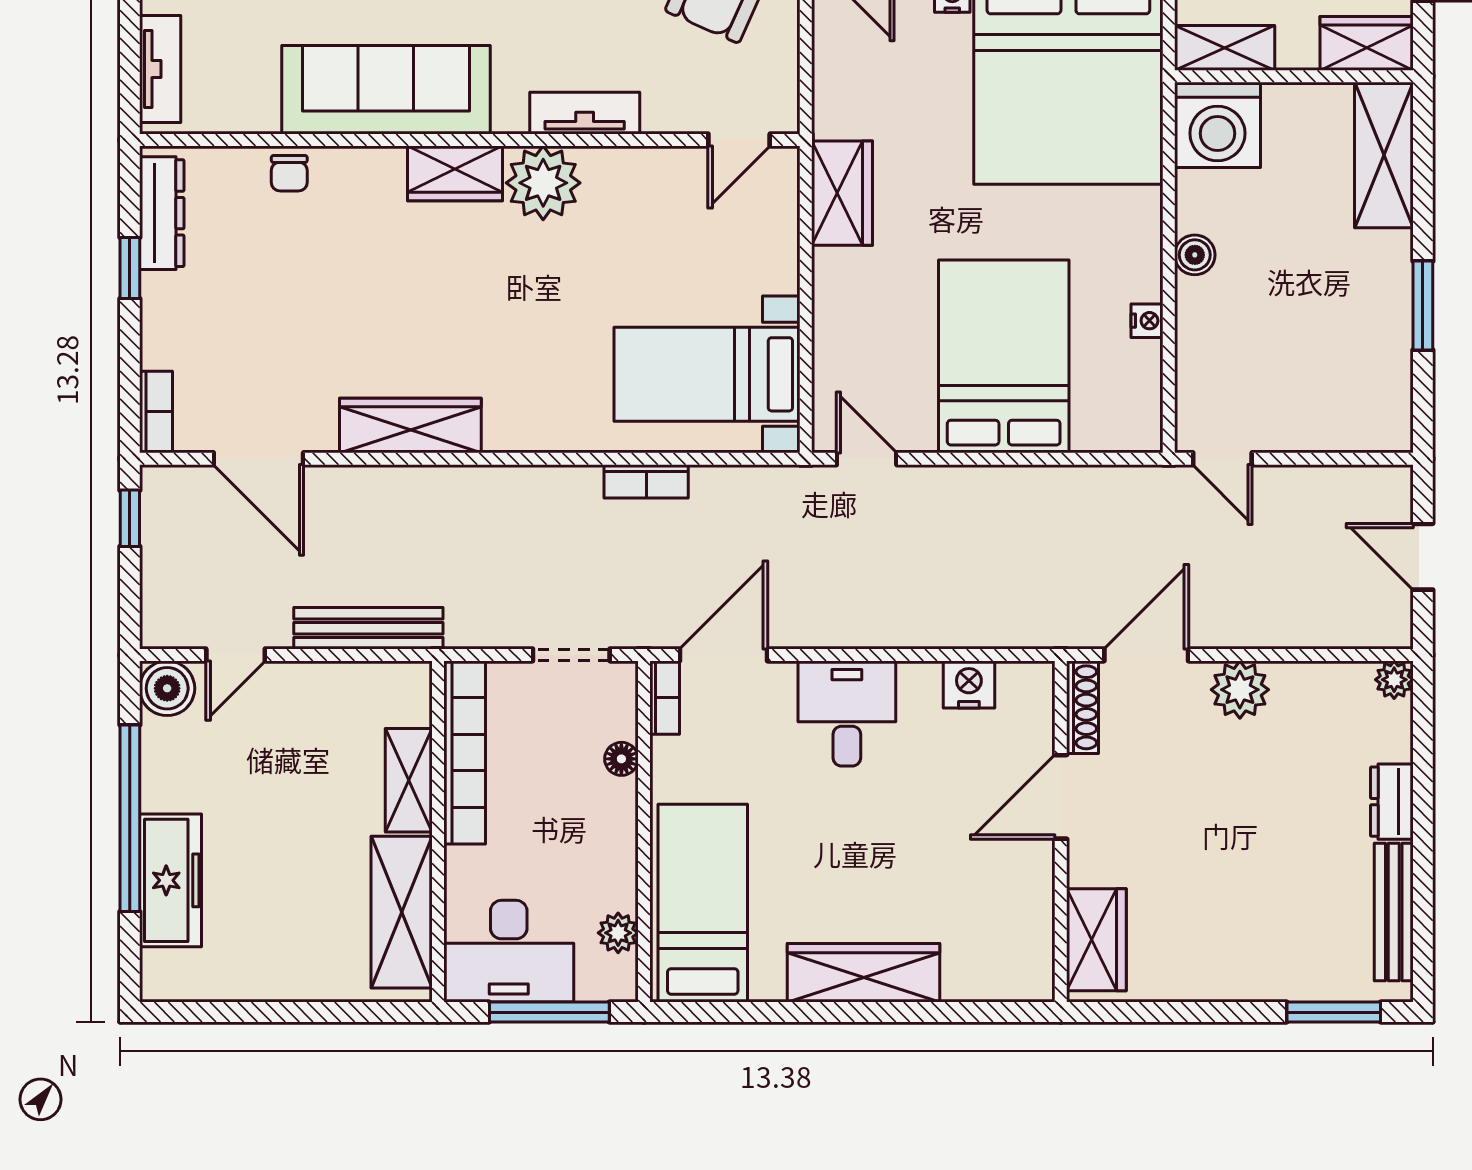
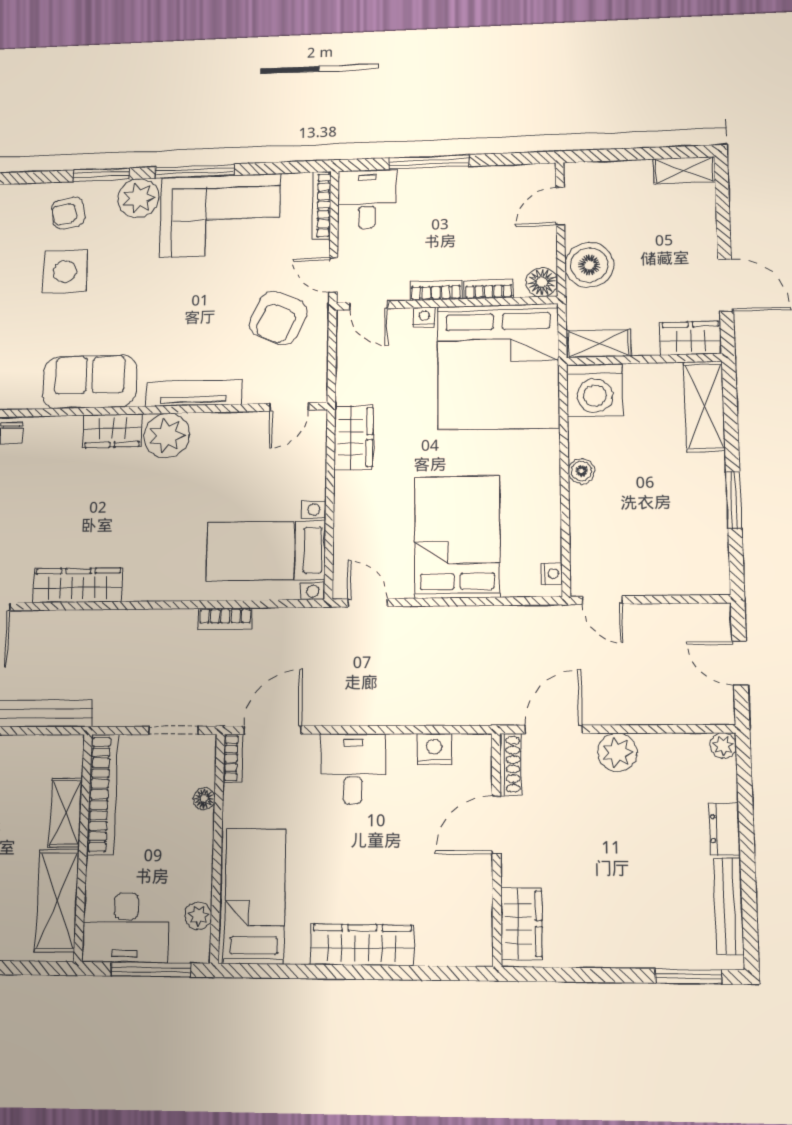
sofa: (386, 90) -> (89, 382), width x0.73
tv unit: (585, 113) -> (194, 393), width x1.41
nightstand: (1147, 321) -> (552, 574), moved

